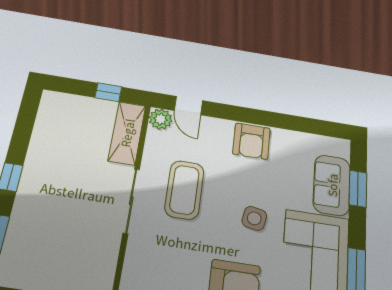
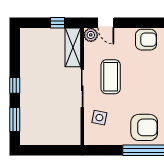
armchair: (252, 141) -> (146, 40), turned -90
side table: (254, 218) -> (99, 118), moved

